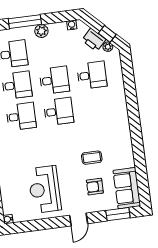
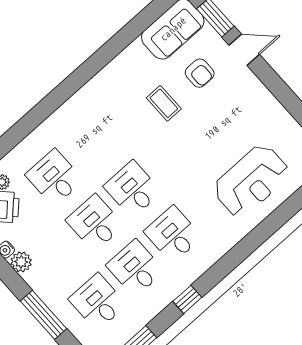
plant: (41, 31) -> (21, 262), moved
reception desk: (45, 189) -> (251, 181), moved
door: (79, 219) -> (244, 50), moved

